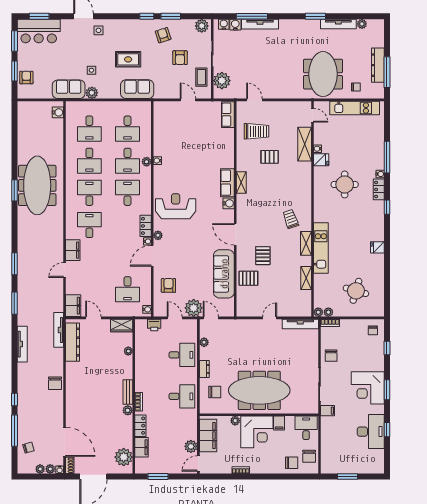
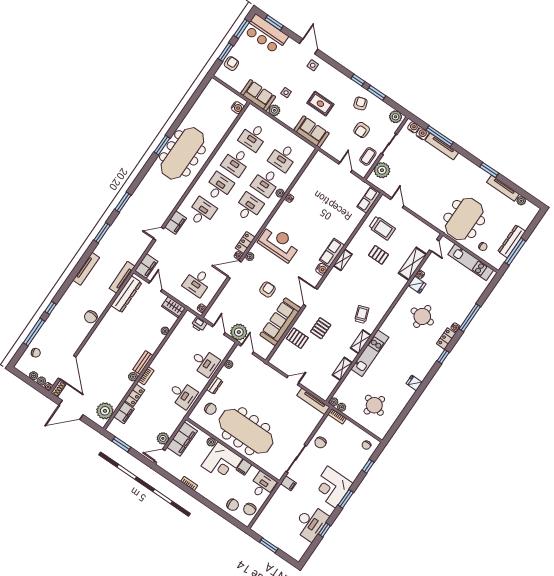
armchair: (168, 285) -> (267, 290), moved

